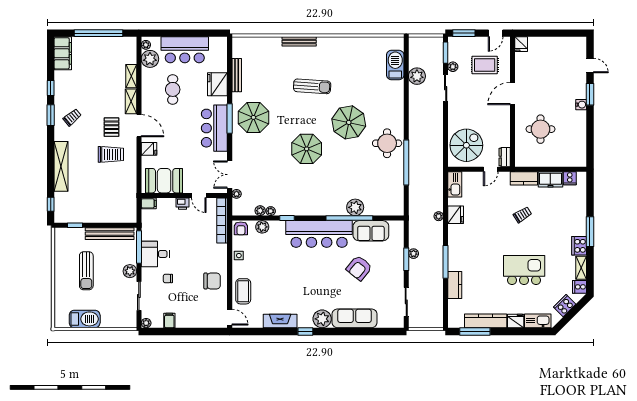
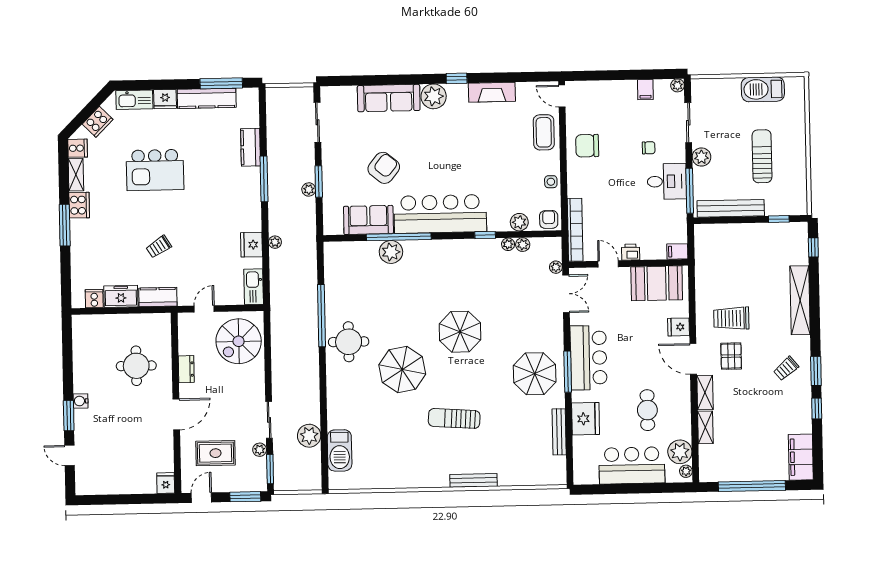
dresser: (505, 157) -> (186, 369), moved

